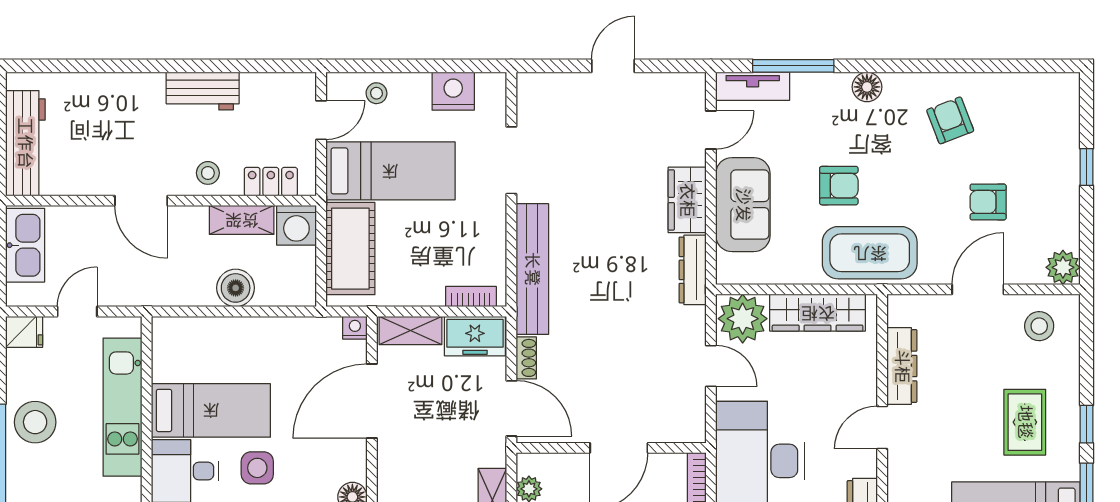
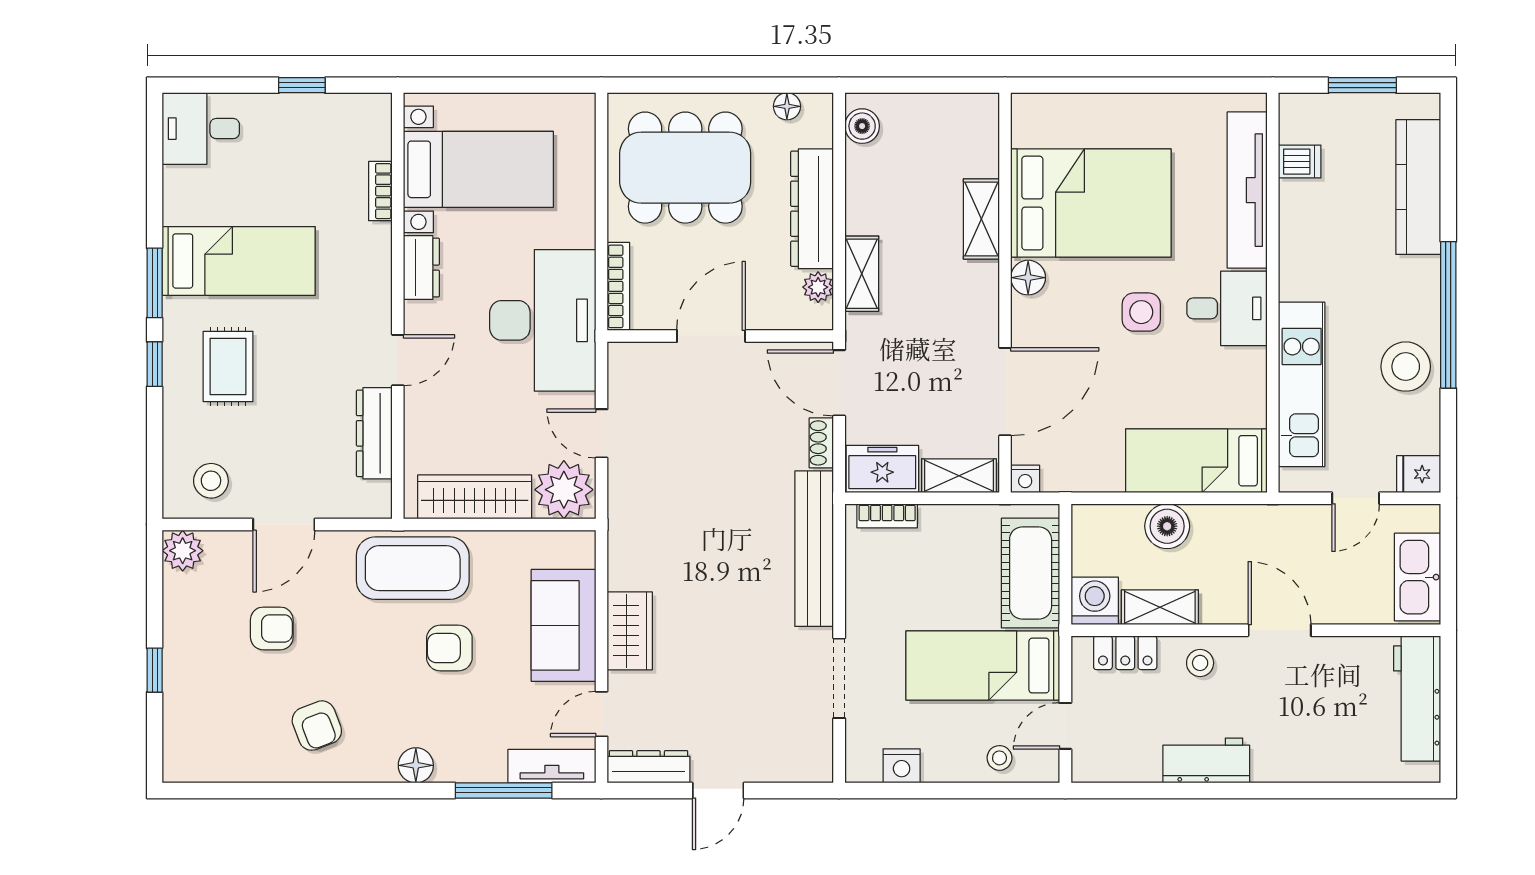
nightstand: (453, 91) -> (902, 766), width x0.74, depth x0.75
dresser: (693, 270) -> (648, 767), moved, turned -90
bed: (211, 410) -> (1196, 461), moved

